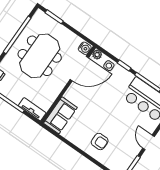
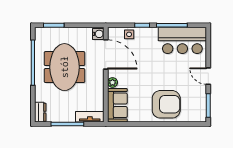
plant: (97, 55) -> (113, 82), moved
door: (79, 69) -> (106, 54), hinge flipped
armchair: (100, 142) -> (166, 104), width x1.88, depth x1.88

